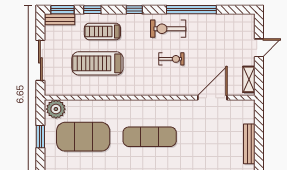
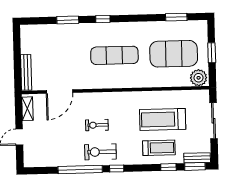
window: (134, 10) -> (117, 169), moved
exercise bike: (168, 29) -> (100, 152), turned 180
treadmill: (97, 63) -> (163, 119), turned 180
bench: (249, 144) -> (26, 72), moved

